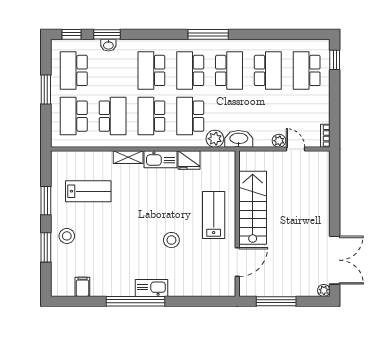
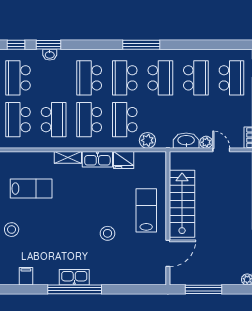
school desk: (307, 70) -> (231, 78), turned 180
washbasin: (239, 139) -> (186, 141), moved
kitchen sink: (152, 288) -> (74, 277), moved

